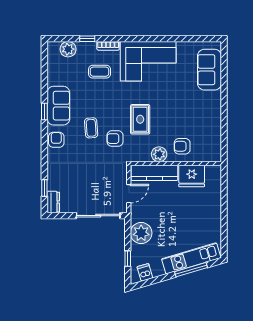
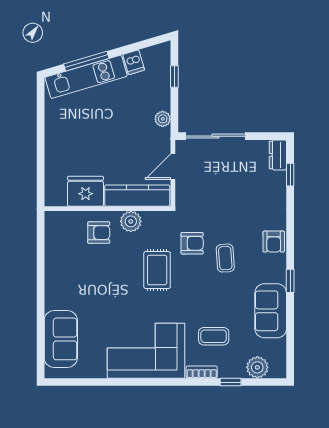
sofa: (58, 106) -> (271, 311), moved
plant: (141, 233) -> (163, 119), width x0.53, depth x0.53
dishwasher: (145, 272) -> (134, 62), moved

